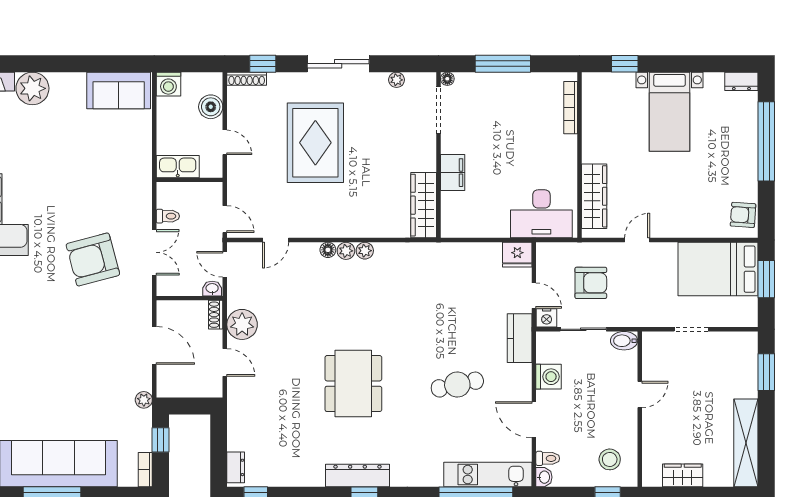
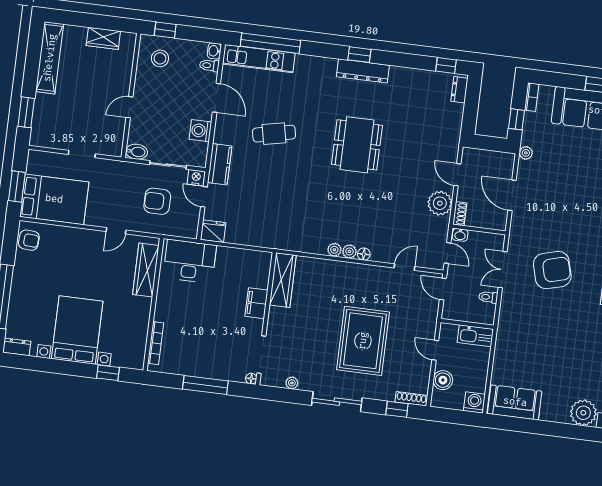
bed with nightstands: (669, 112) -> (77, 330), width x1.36

